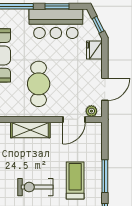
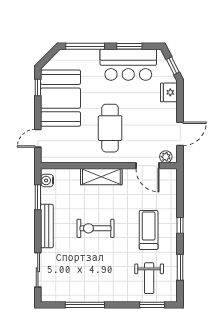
door: (74, 119) -> (147, 166), hinge flipped
window: (105, 176) -> (180, 225), width x0.46
exercise bike: (35, 187) -> (95, 228), moved

